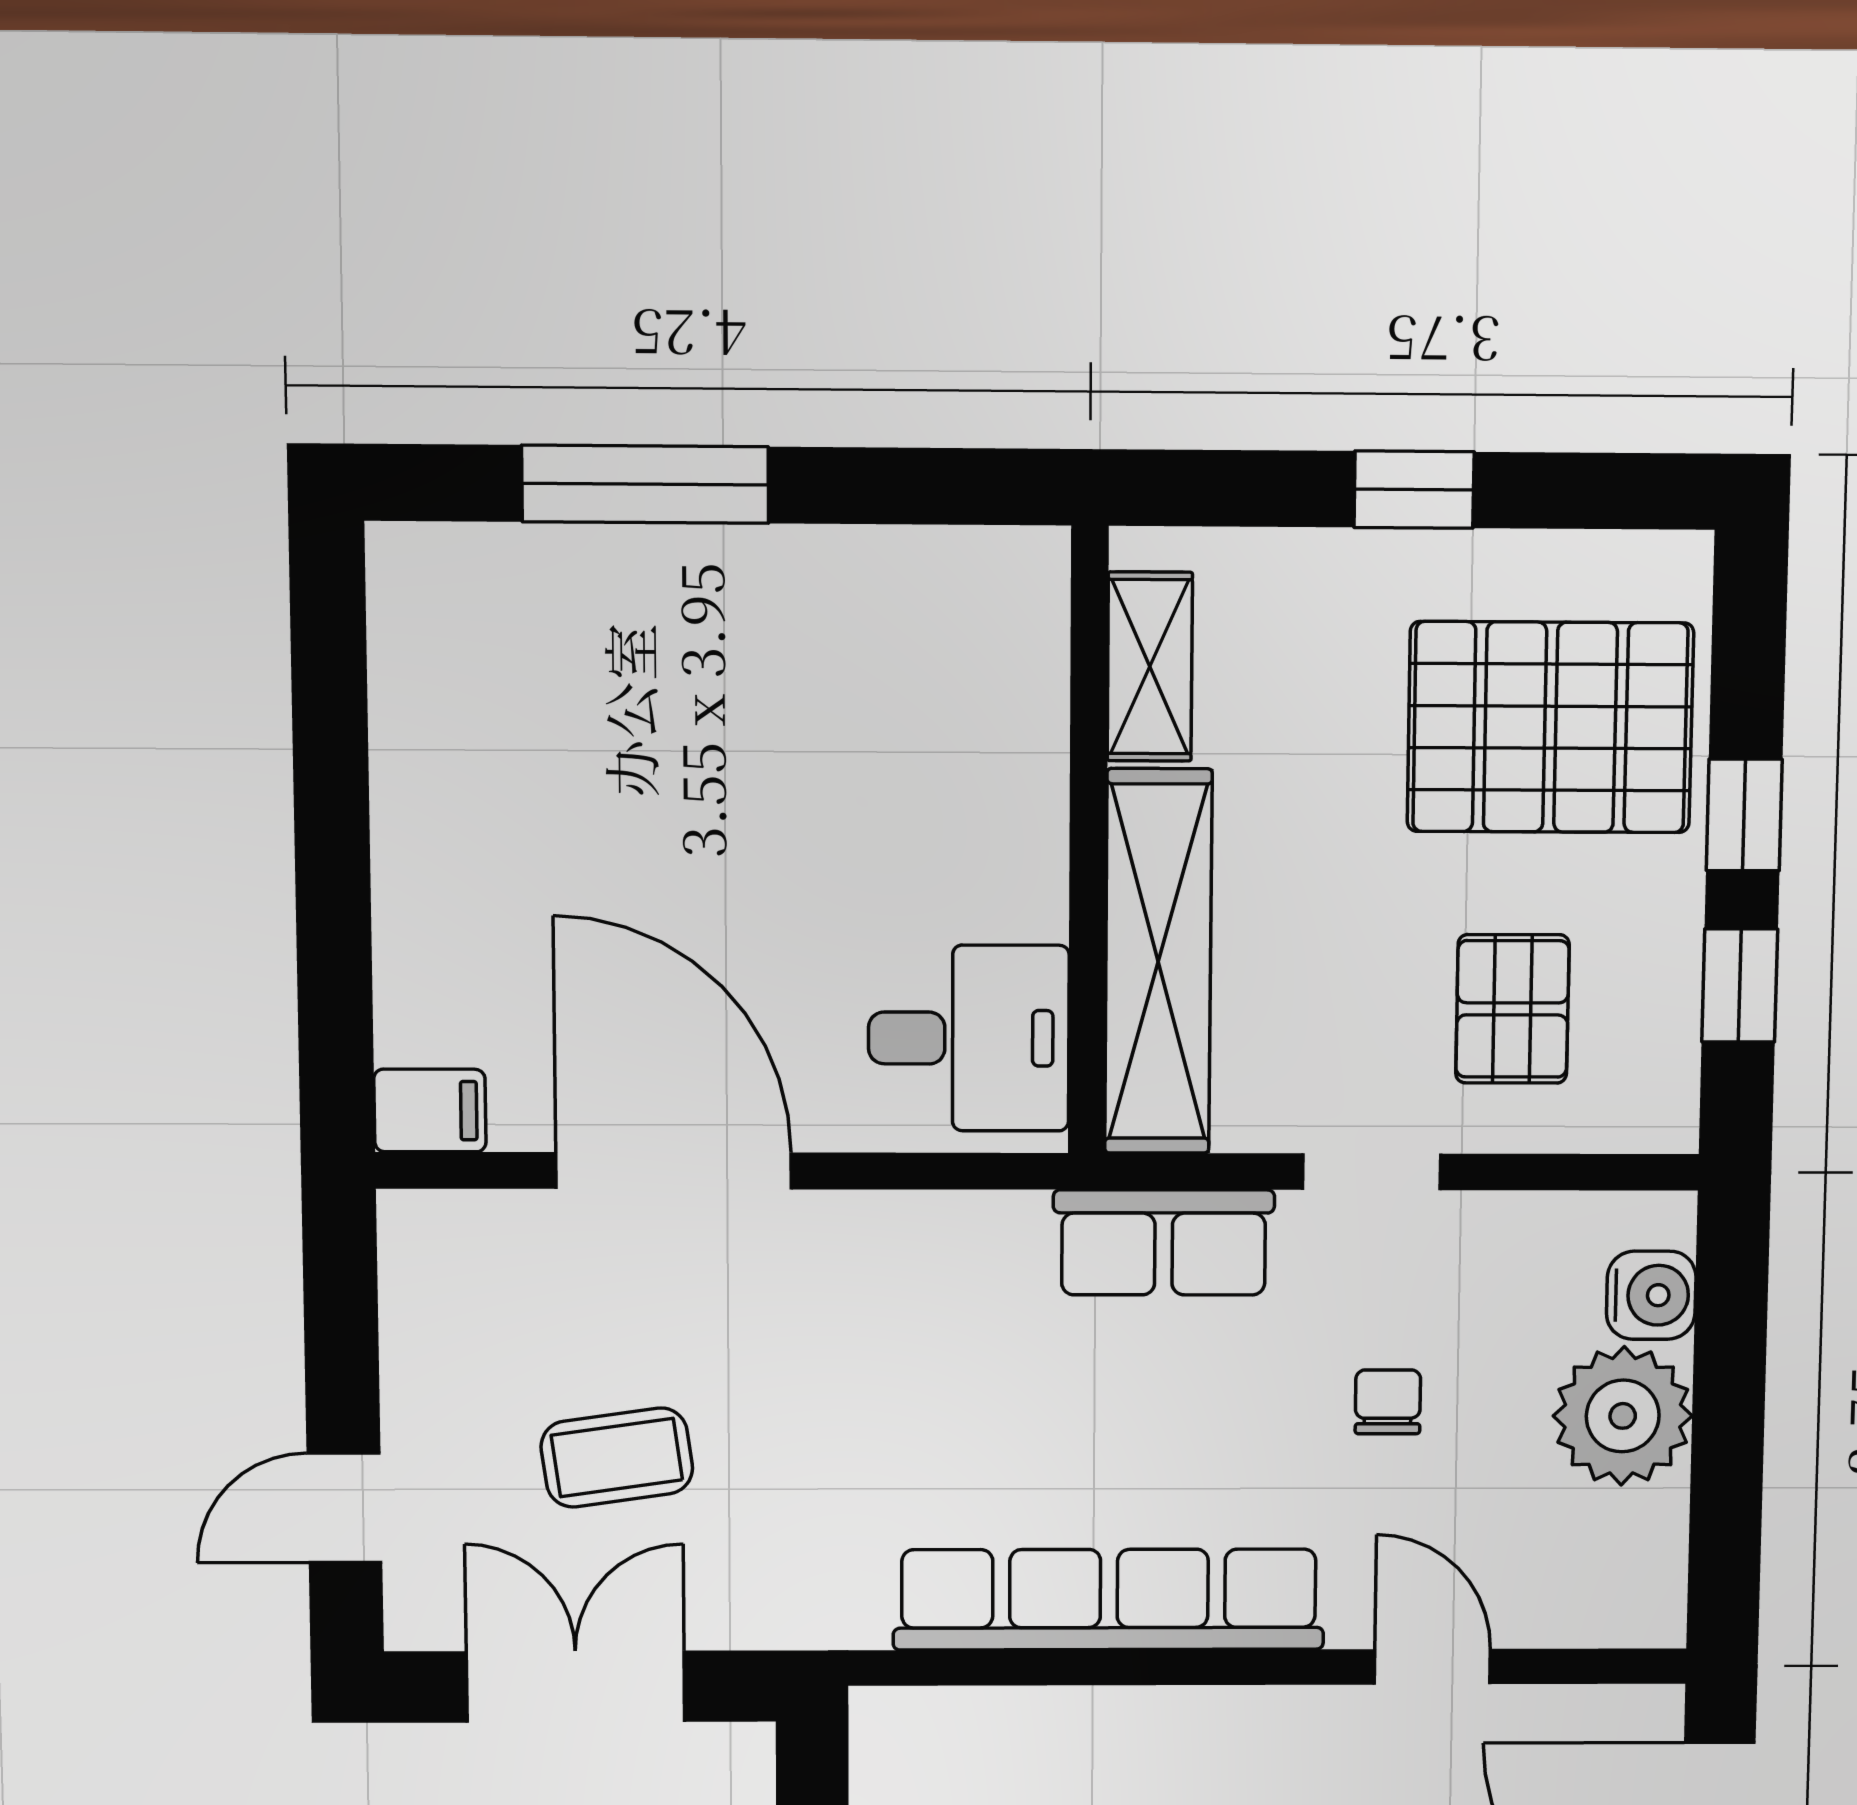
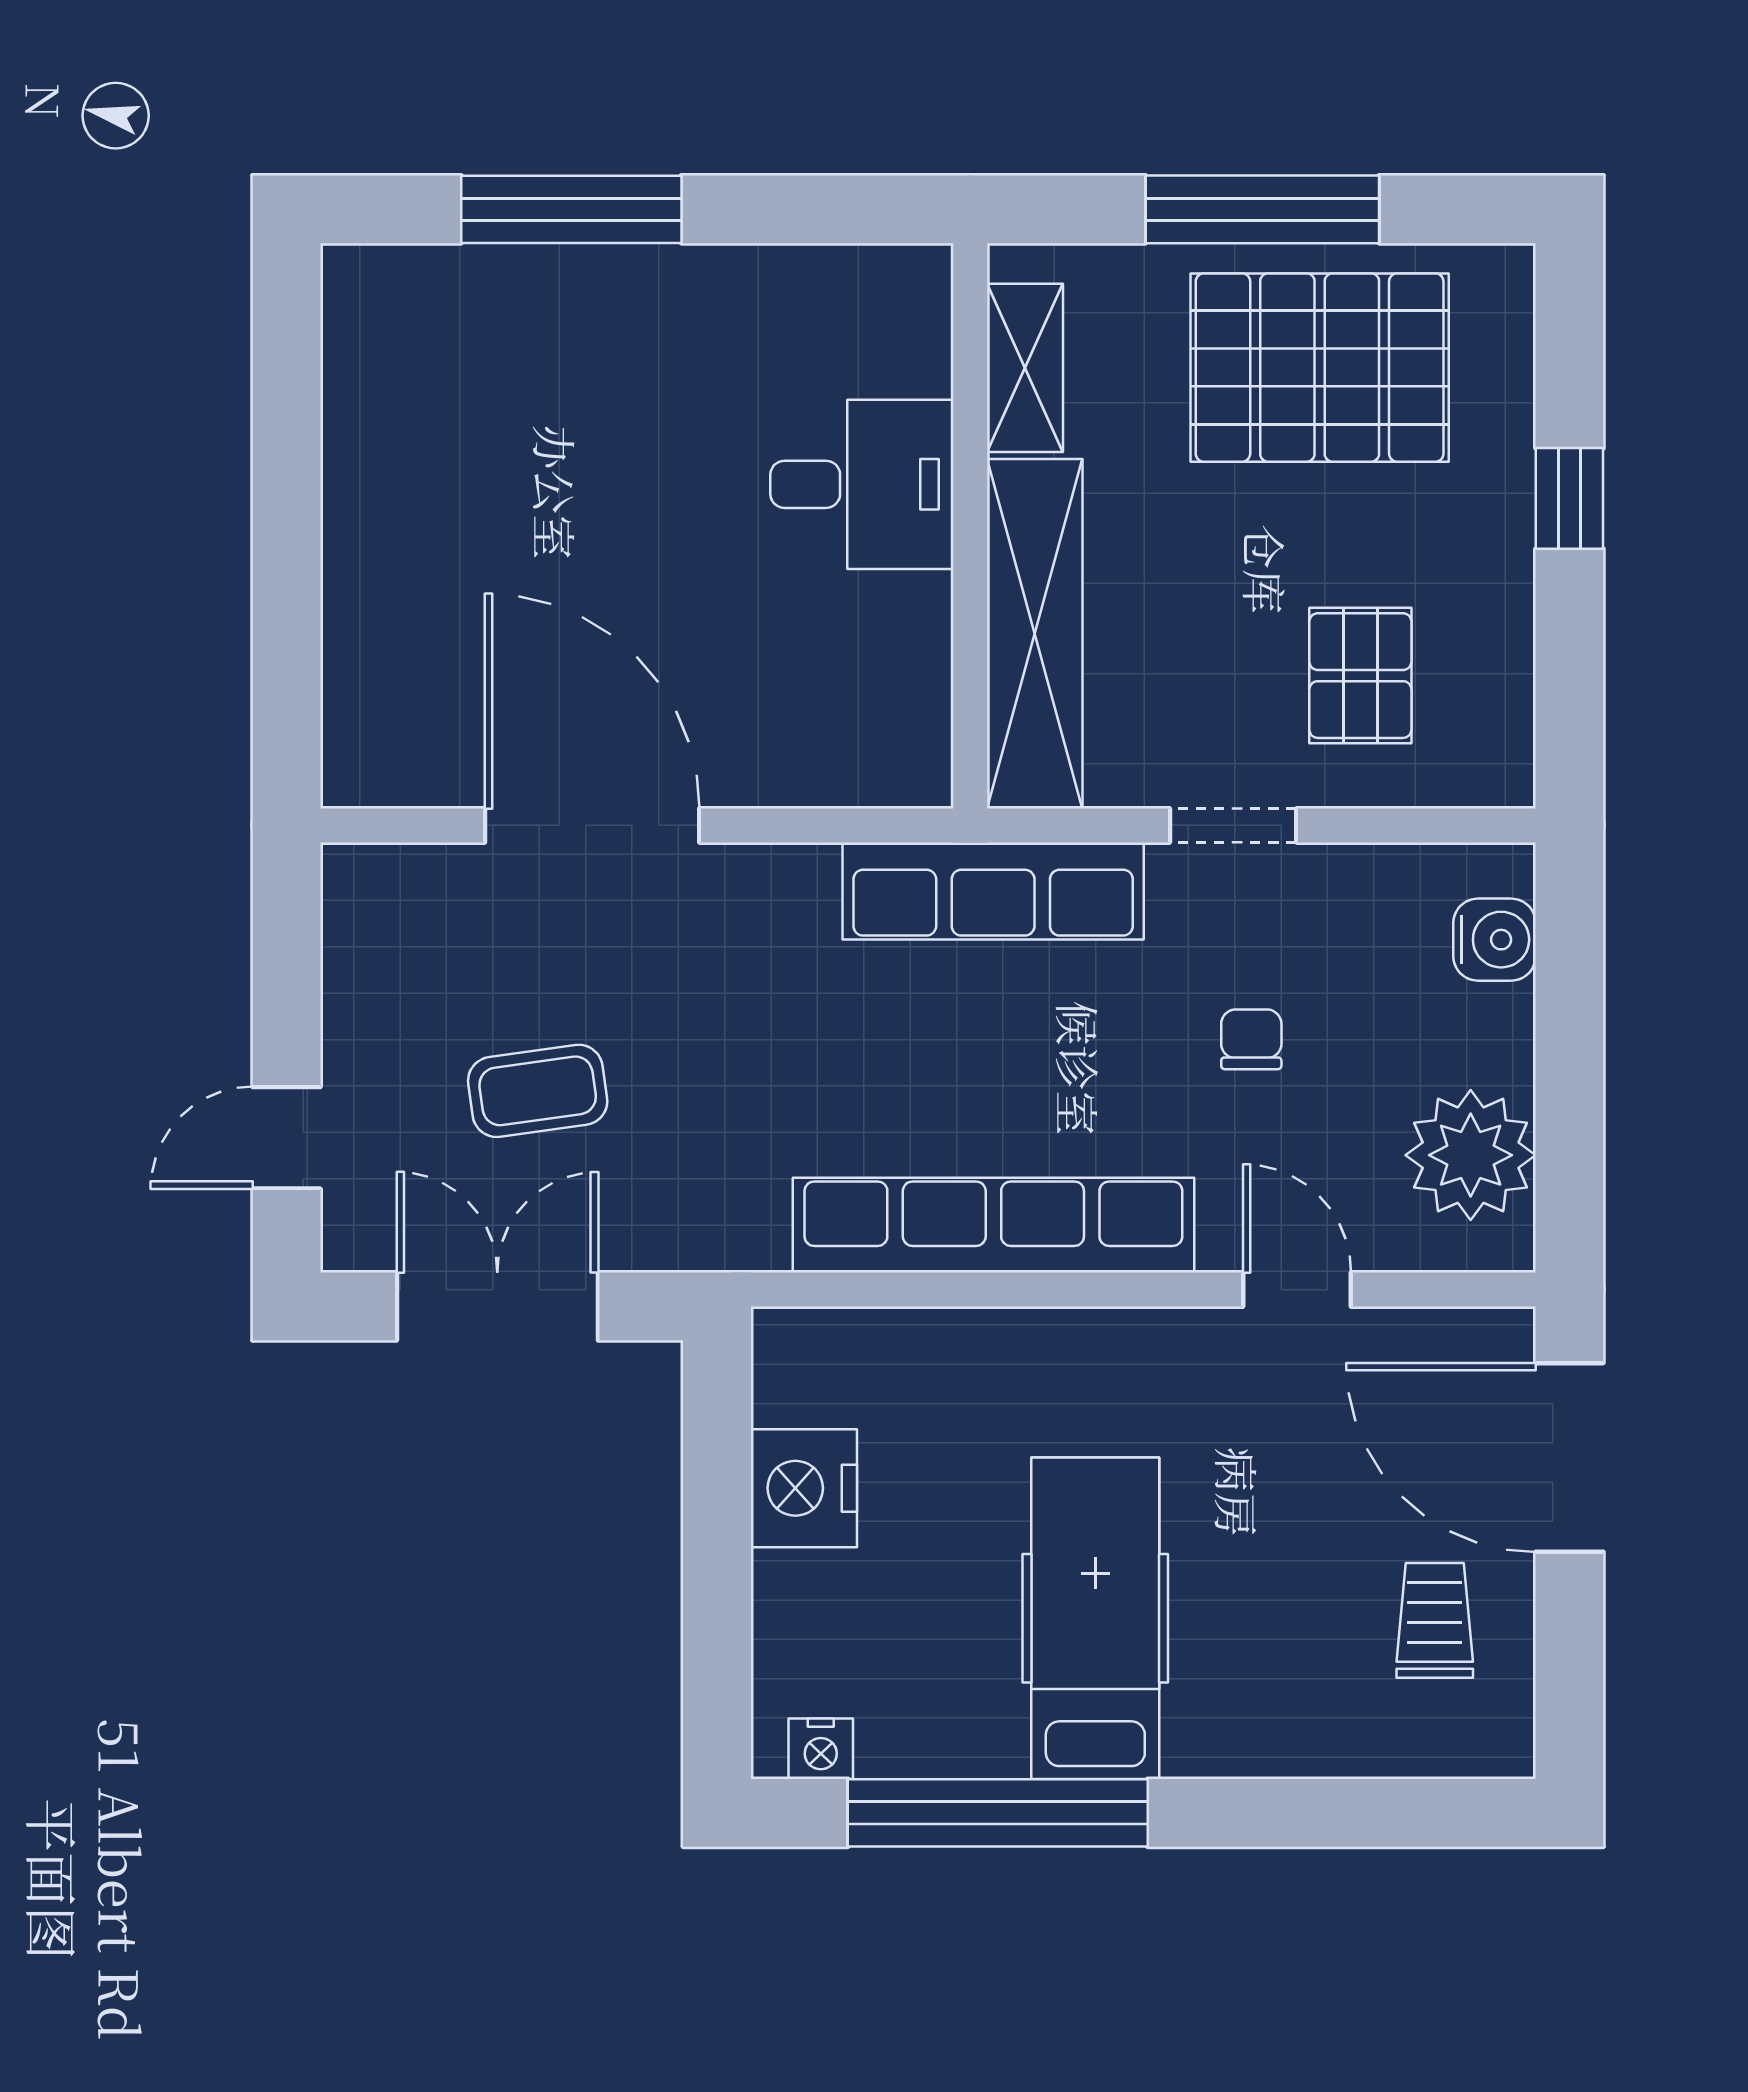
window: (1414, 490) -> (1262, 209), width x2.17
pallet: (1550, 727) -> (1320, 368), moved
window: (1740, 986) -> (1569, 654), removed
desk: (969, 1038) -> (862, 484), moved
filing cabinet: (430, 1111) -> (371, 771), removed
row of seats: (1164, 1242) -> (993, 891), width x1.48
plant: (1623, 1416) -> (1471, 1155), moved

